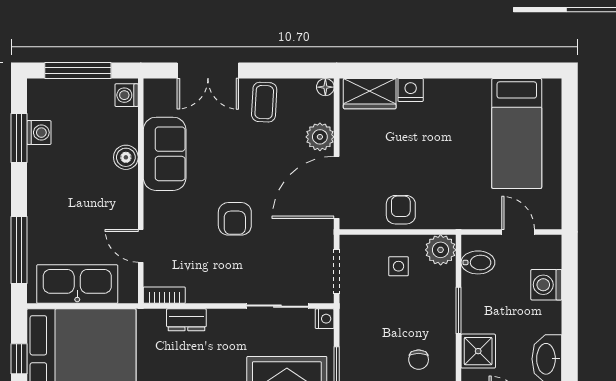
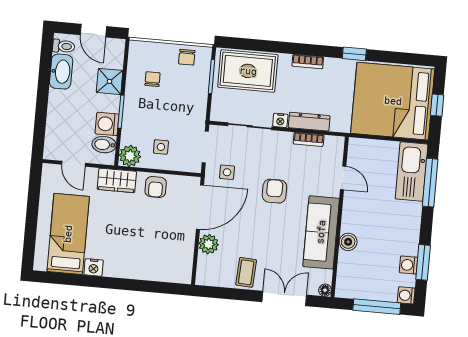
floor lamp: (325, 87) -> (325, 290), moved
nightstand: (411, 90) -> (94, 267), moved
wardrobe: (370, 94) -> (117, 180), moved, turned 180
washing machine: (127, 95) -> (406, 295), moved, turned 180
sofa: (165, 154) -> (321, 232), width x1.36
side table: (303, 239) -> (227, 172), added
kitchen sink: (77, 284) -> (412, 172), moved, turned 90
washing machine: (546, 285) -> (107, 124), moved, turned 180
bookcase: (164, 295) -> (309, 139), moved
nightstand: (325, 319) -> (280, 120), moved, turned -90
dresser: (186, 320) -> (309, 122), width x1.44

